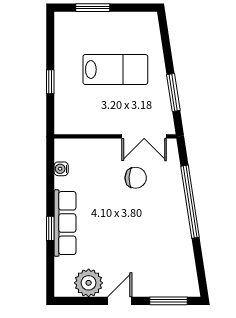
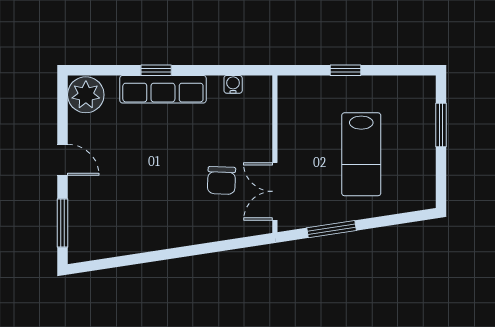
window: (190, 202) -> (191, 251), removed
plant: (89, 283) -> (86, 95), moved

